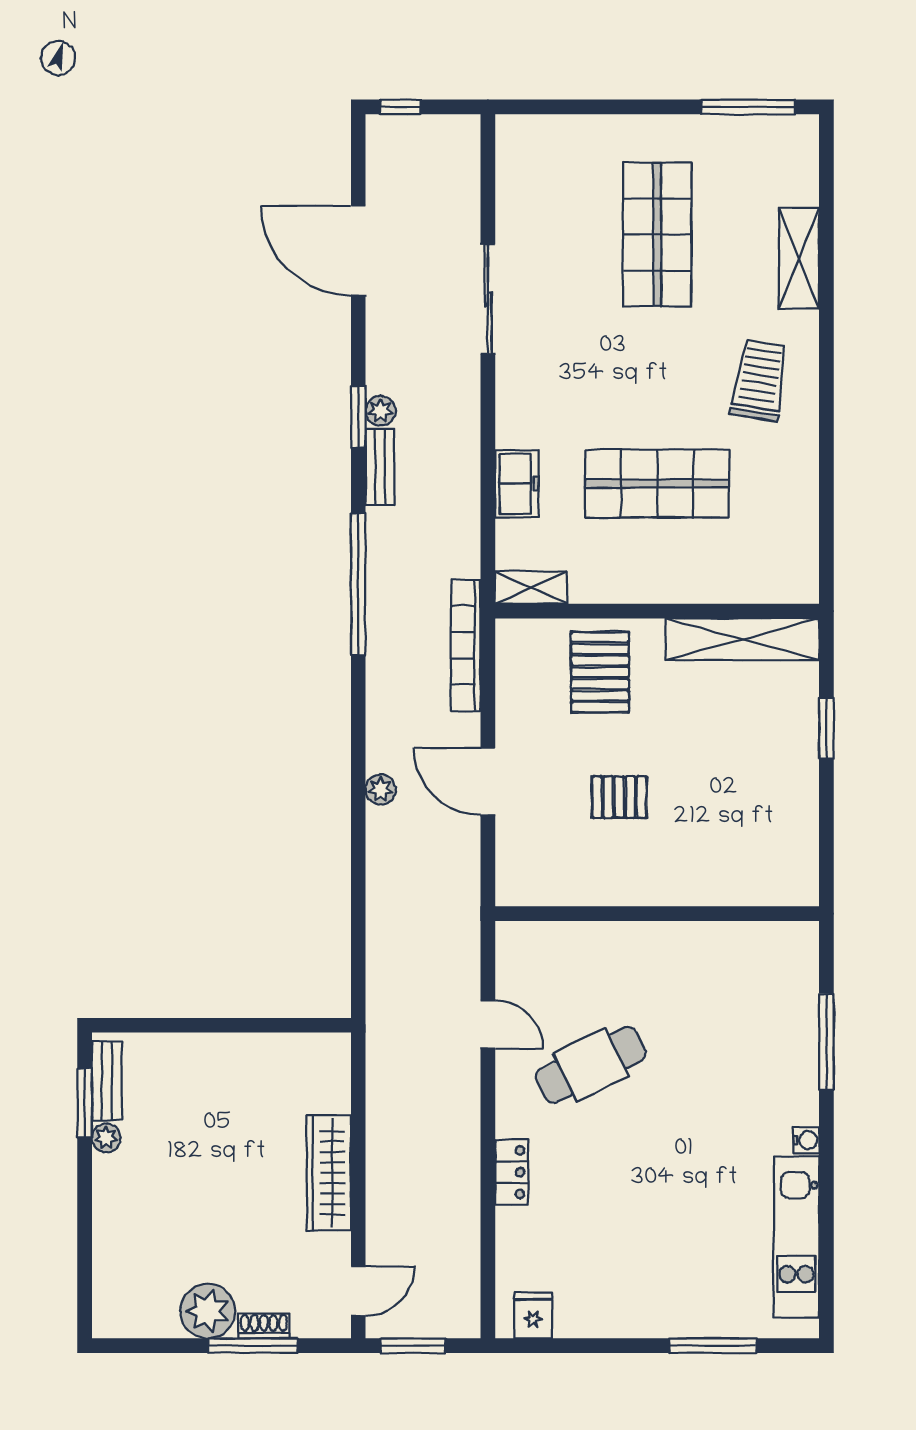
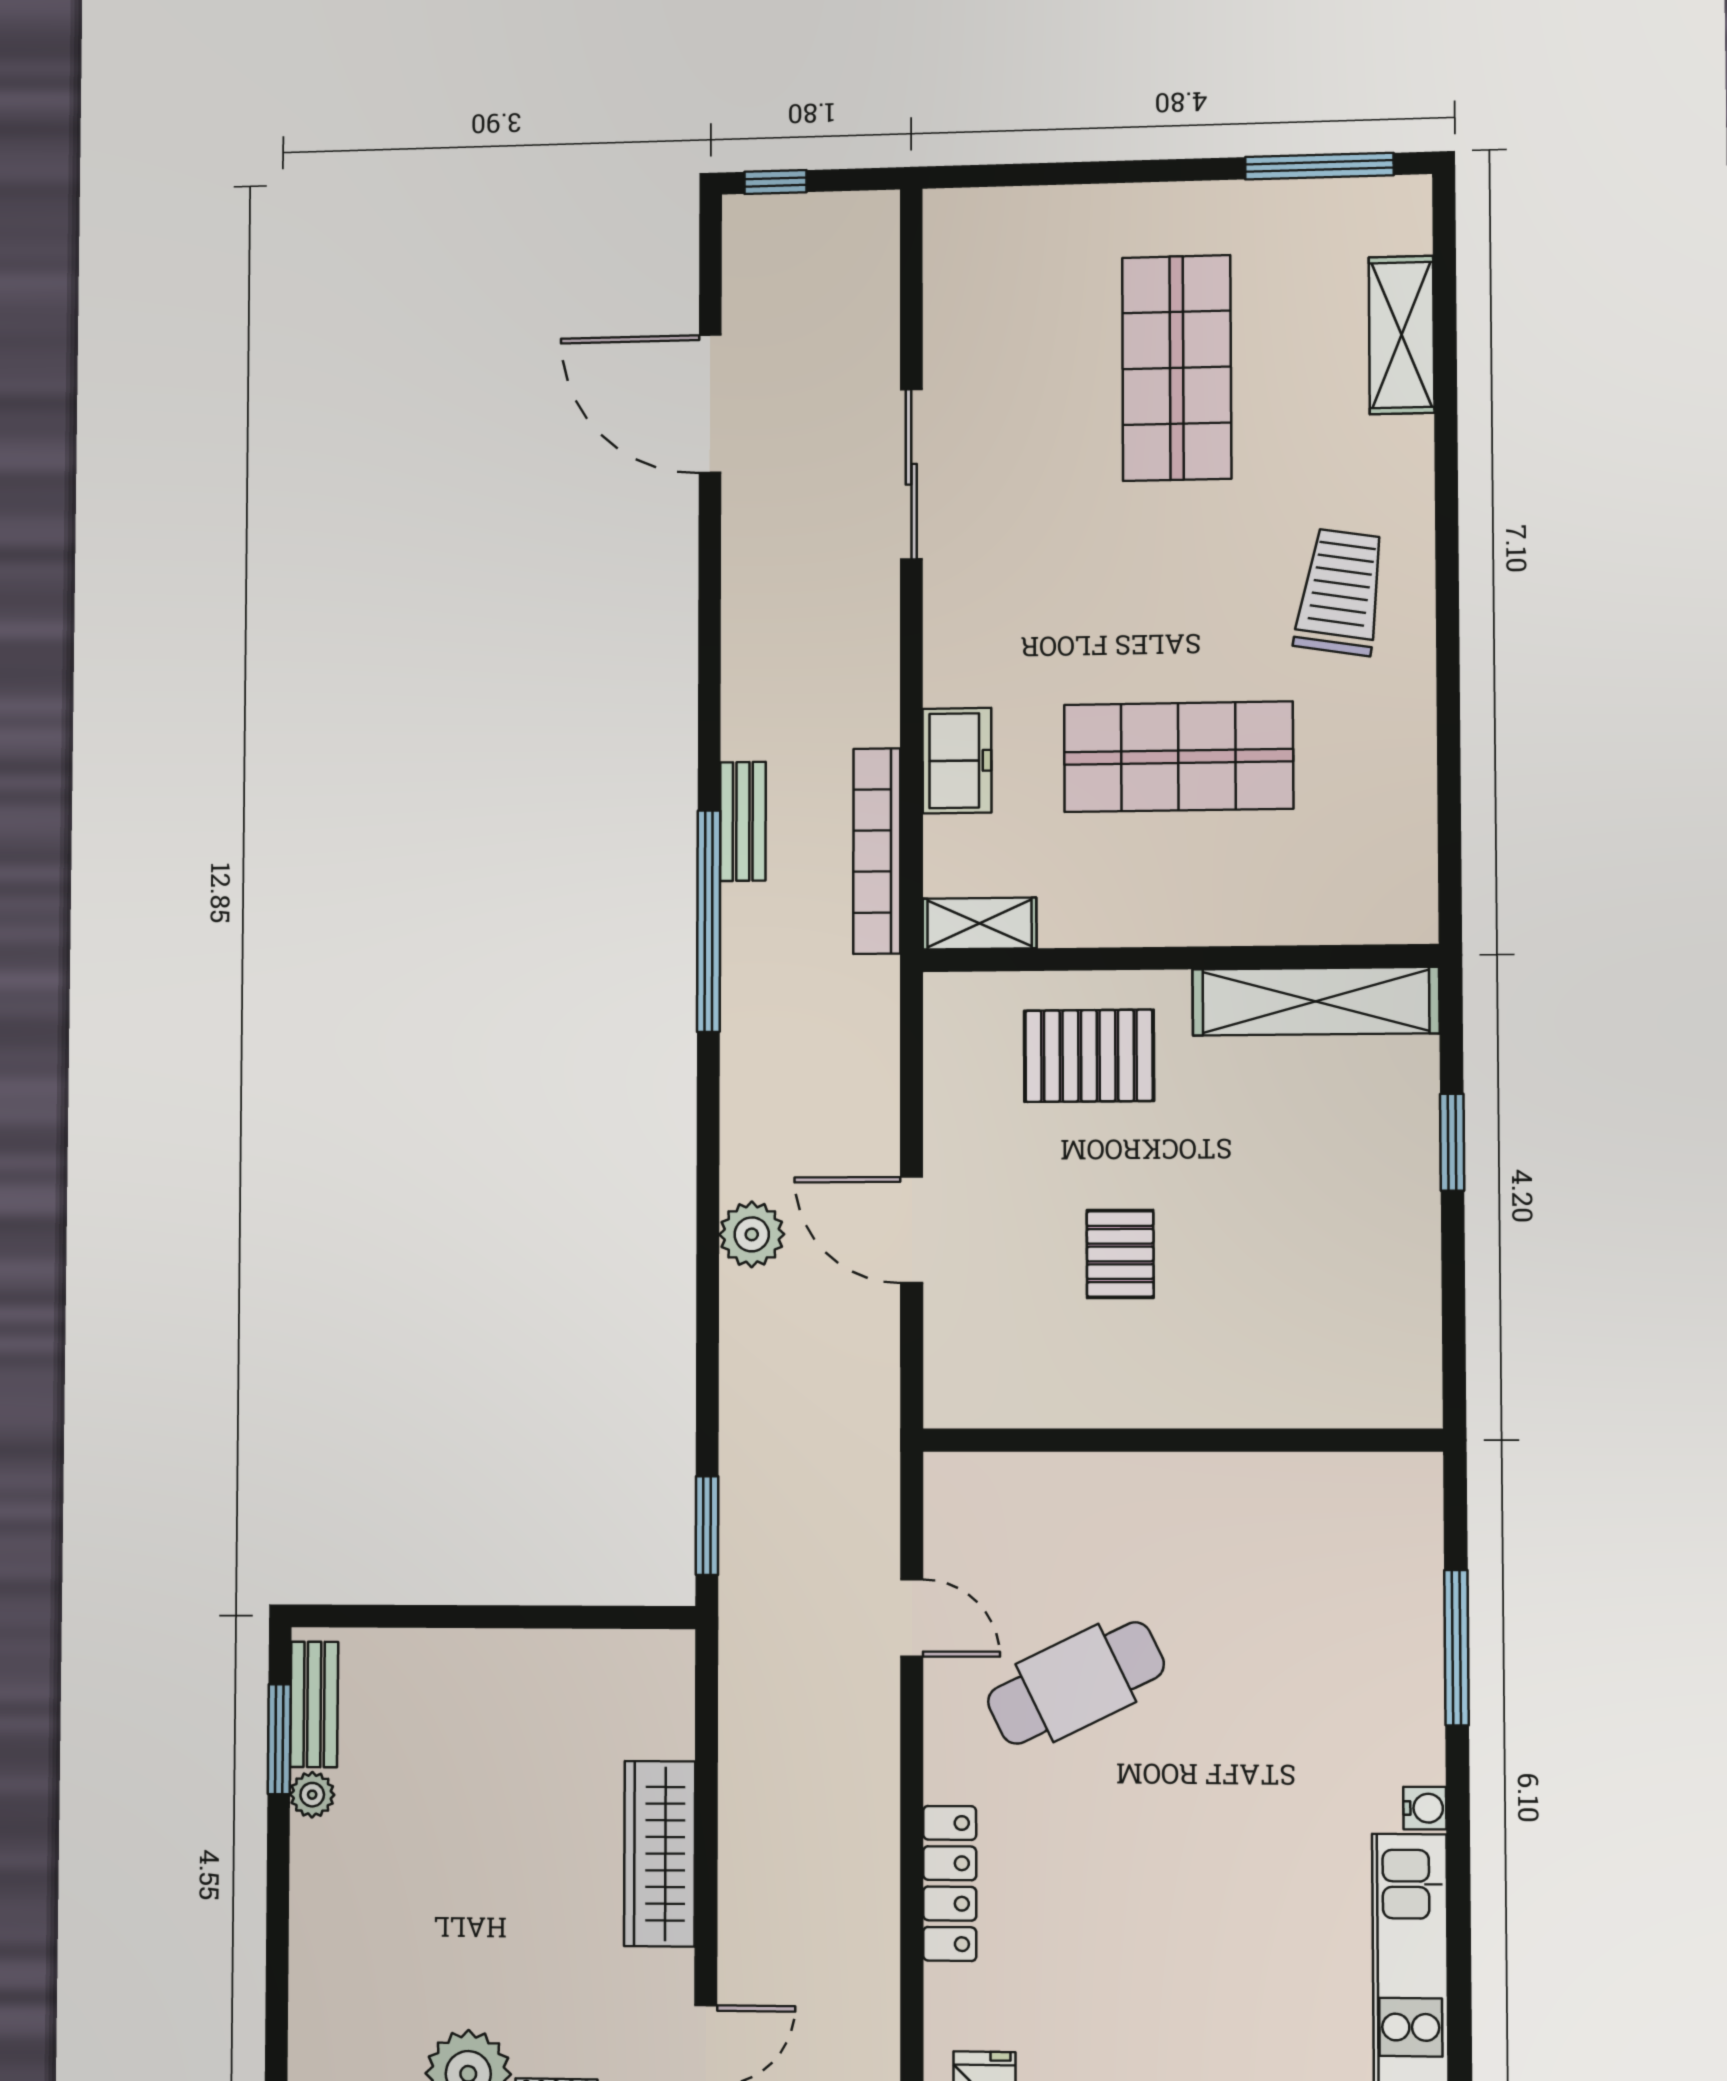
shelving: (799, 258) -> (1401, 335), moved
plant: (381, 411) -> (744, 651), removed
window: (358, 417) -> (707, 1526), moved
bench: (380, 467) -> (743, 821), moved
bookcase: (466, 645) -> (877, 851), moved
pallet: (600, 672) -> (1089, 1056), turned 90
plant: (381, 789) -> (752, 1234), width x1.38, depth x1.38
pallet: (619, 797) -> (1120, 1254), turned 90
locker: (512, 1172) -> (950, 1883), width x1.53

